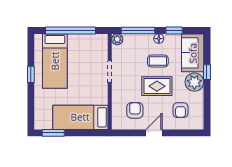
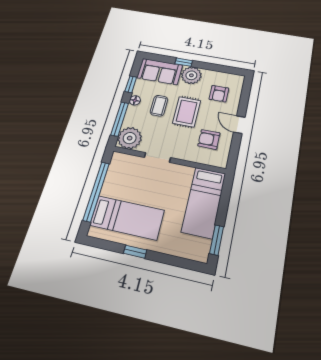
plant: (117, 39) -> (130, 138), width x1.88, depth x1.88
armchair: (181, 110) -> (219, 94), turned 90

